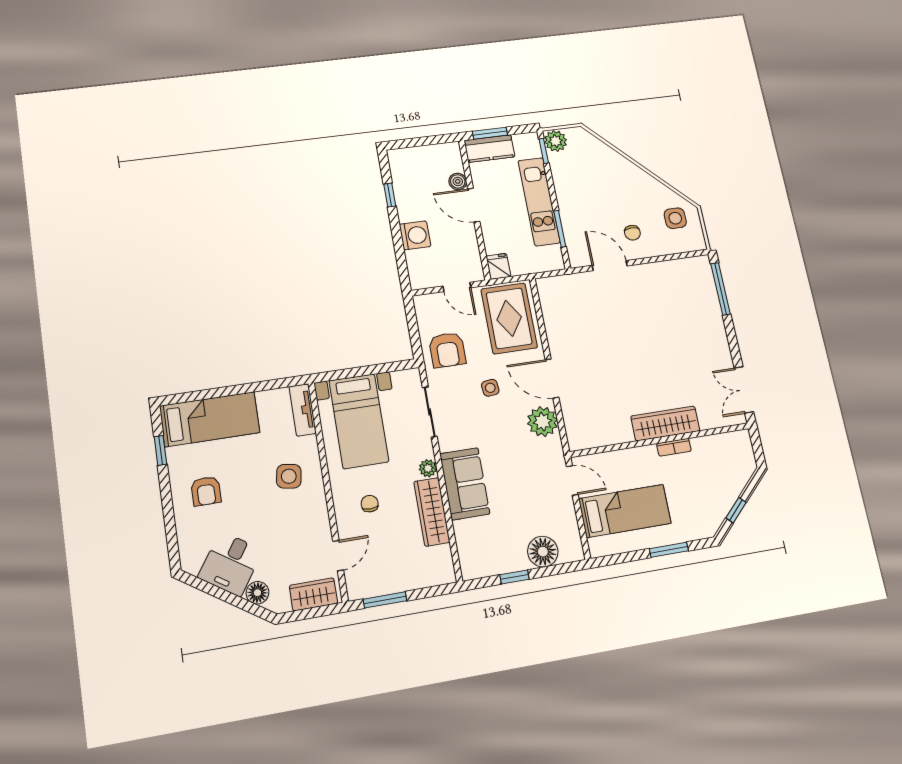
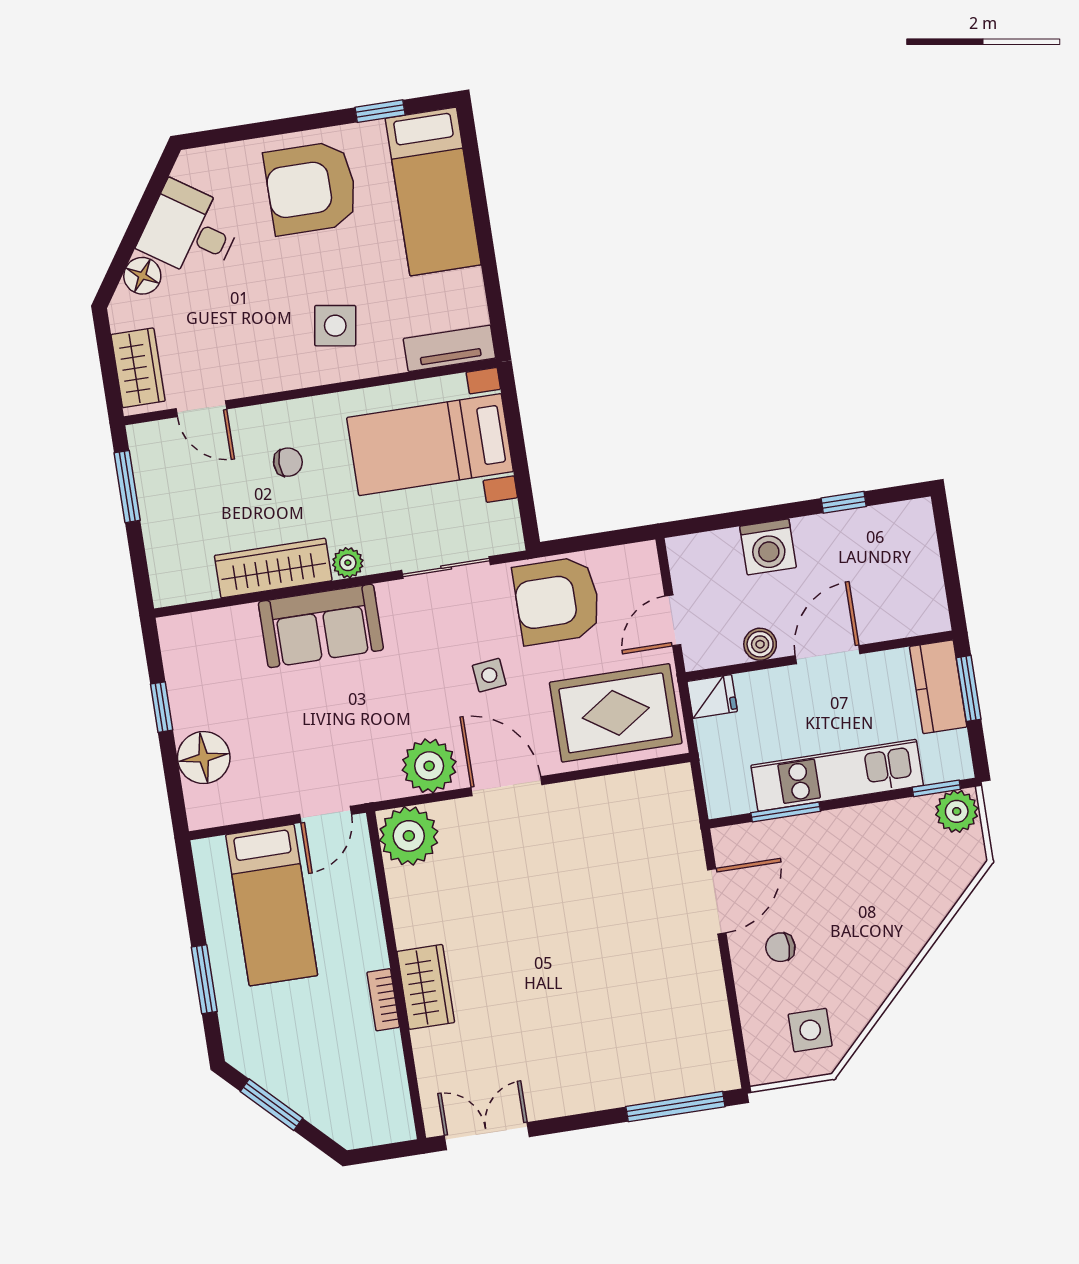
boiler: (458, 181) -> (760, 644), moved
armchair: (447, 350) -> (557, 601), width x1.36, depth x1.36
door: (552, 378) -> (507, 786), hinge flipped
wardrobe: (665, 423) -> (426, 987), width x0.67
plant: (582, 433) -> (409, 836), added
armchair: (206, 491) -> (311, 188), width x1.88, depth x1.88
window: (736, 510) -> (271, 1105), width x1.50

